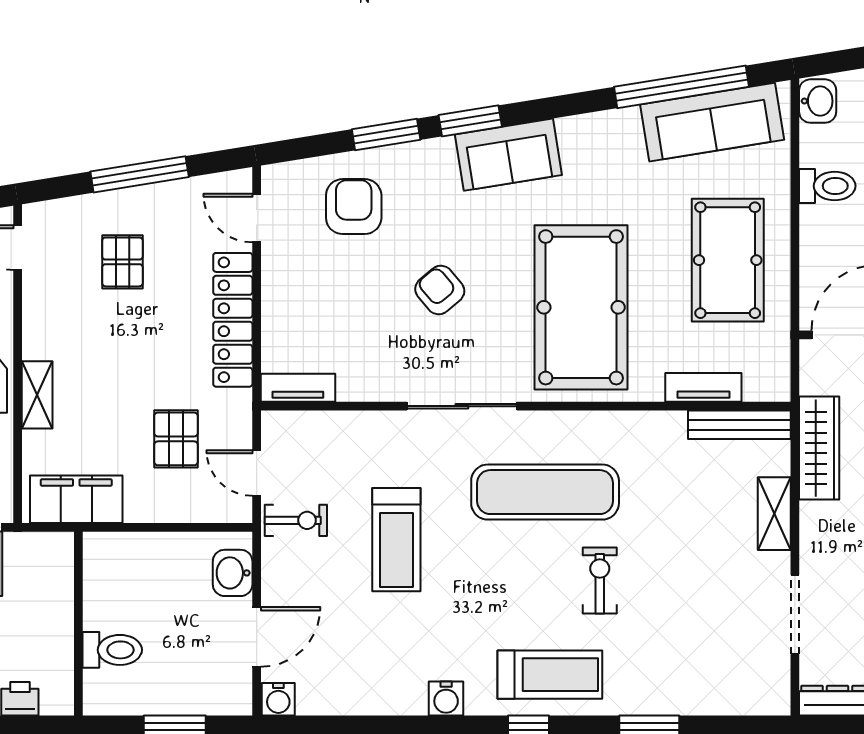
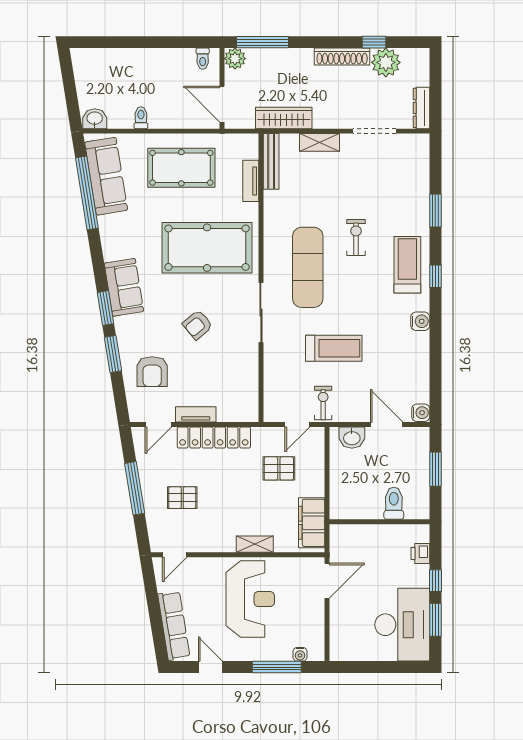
toilet: (827, 186) -> (141, 118), width x0.73, depth x0.72
armchair: (354, 207) -> (152, 372), turned -90
tv unit: (298, 388) -> (196, 414), moved, turned 90
exercise bike: (600, 581) -> (356, 237), turned 90

